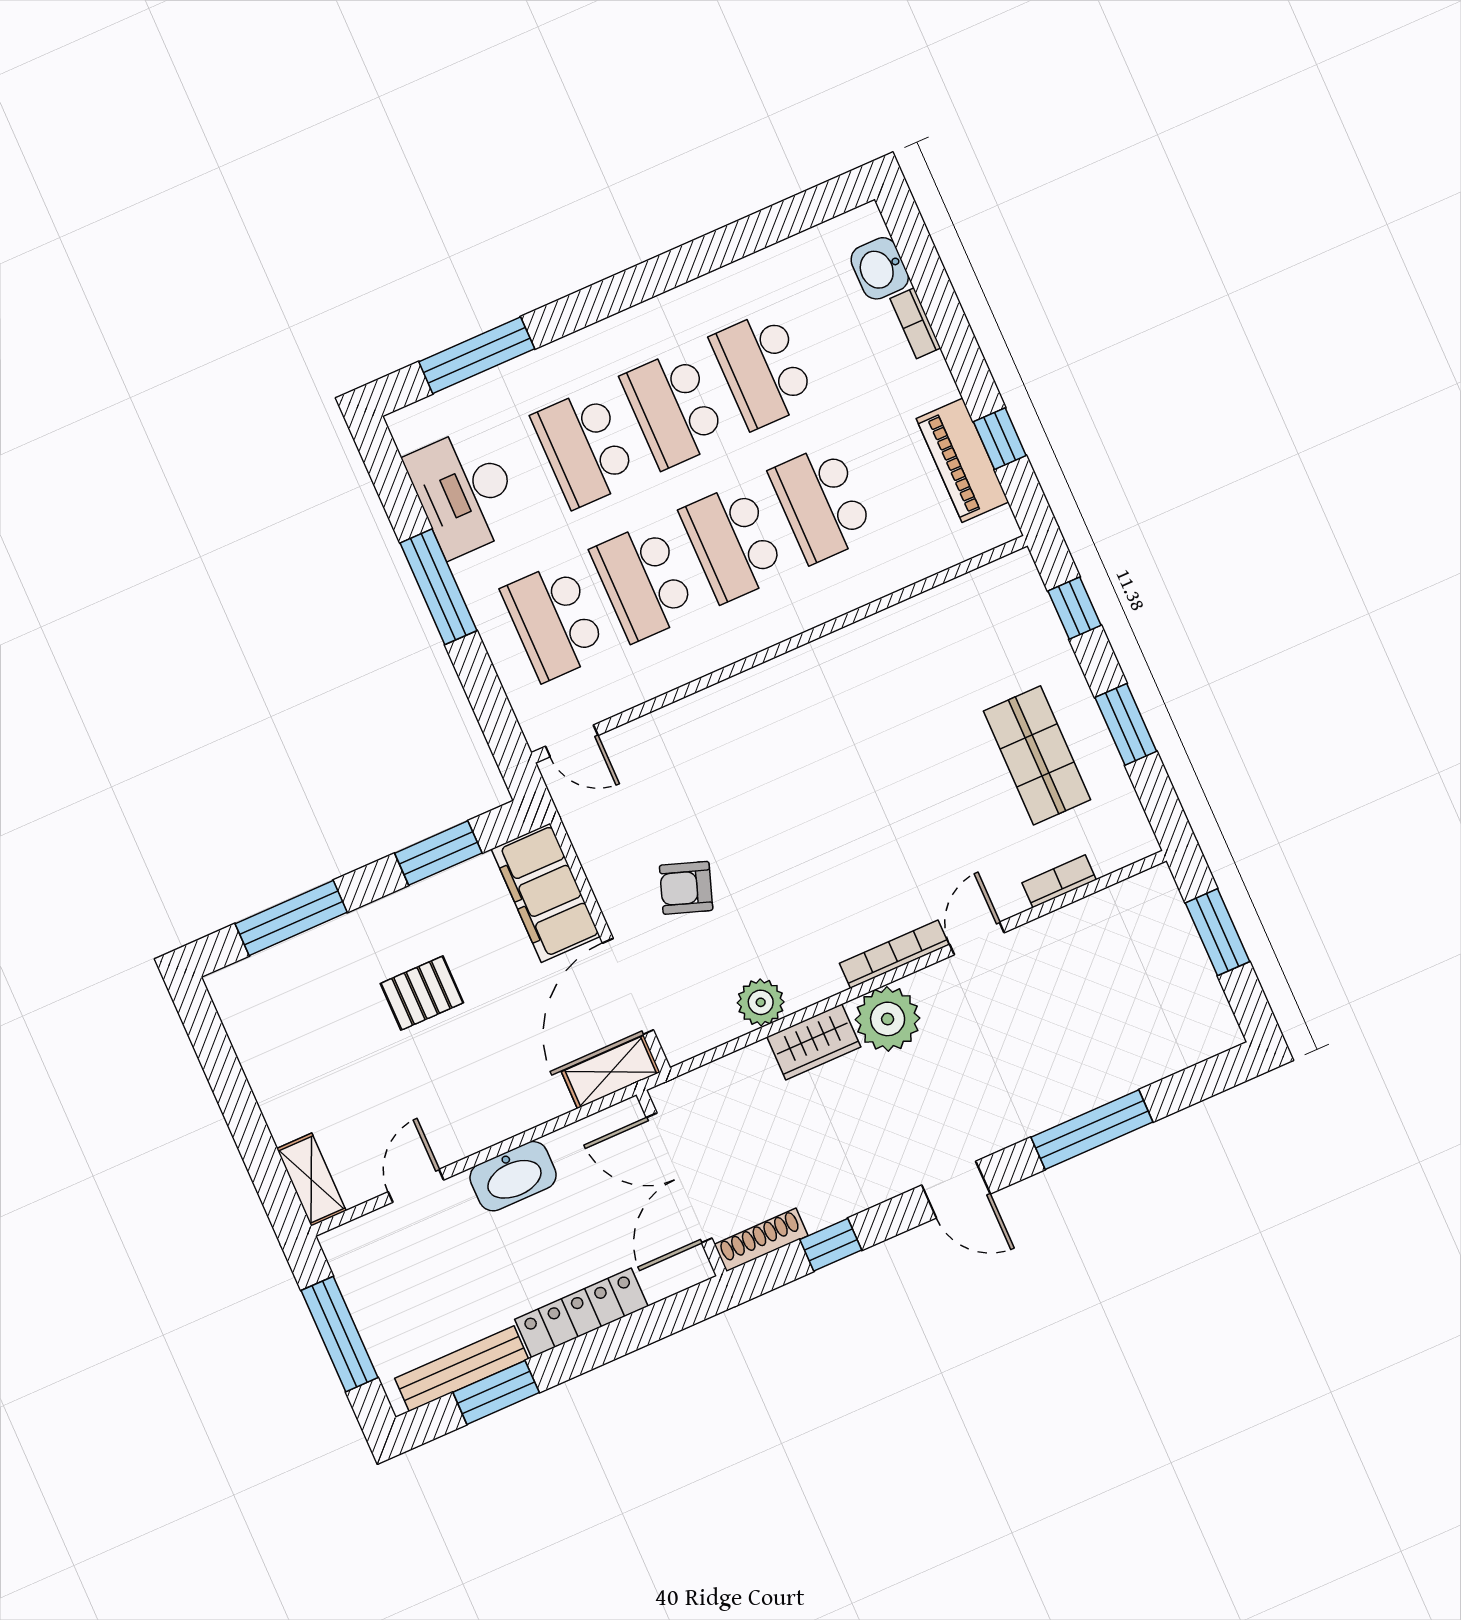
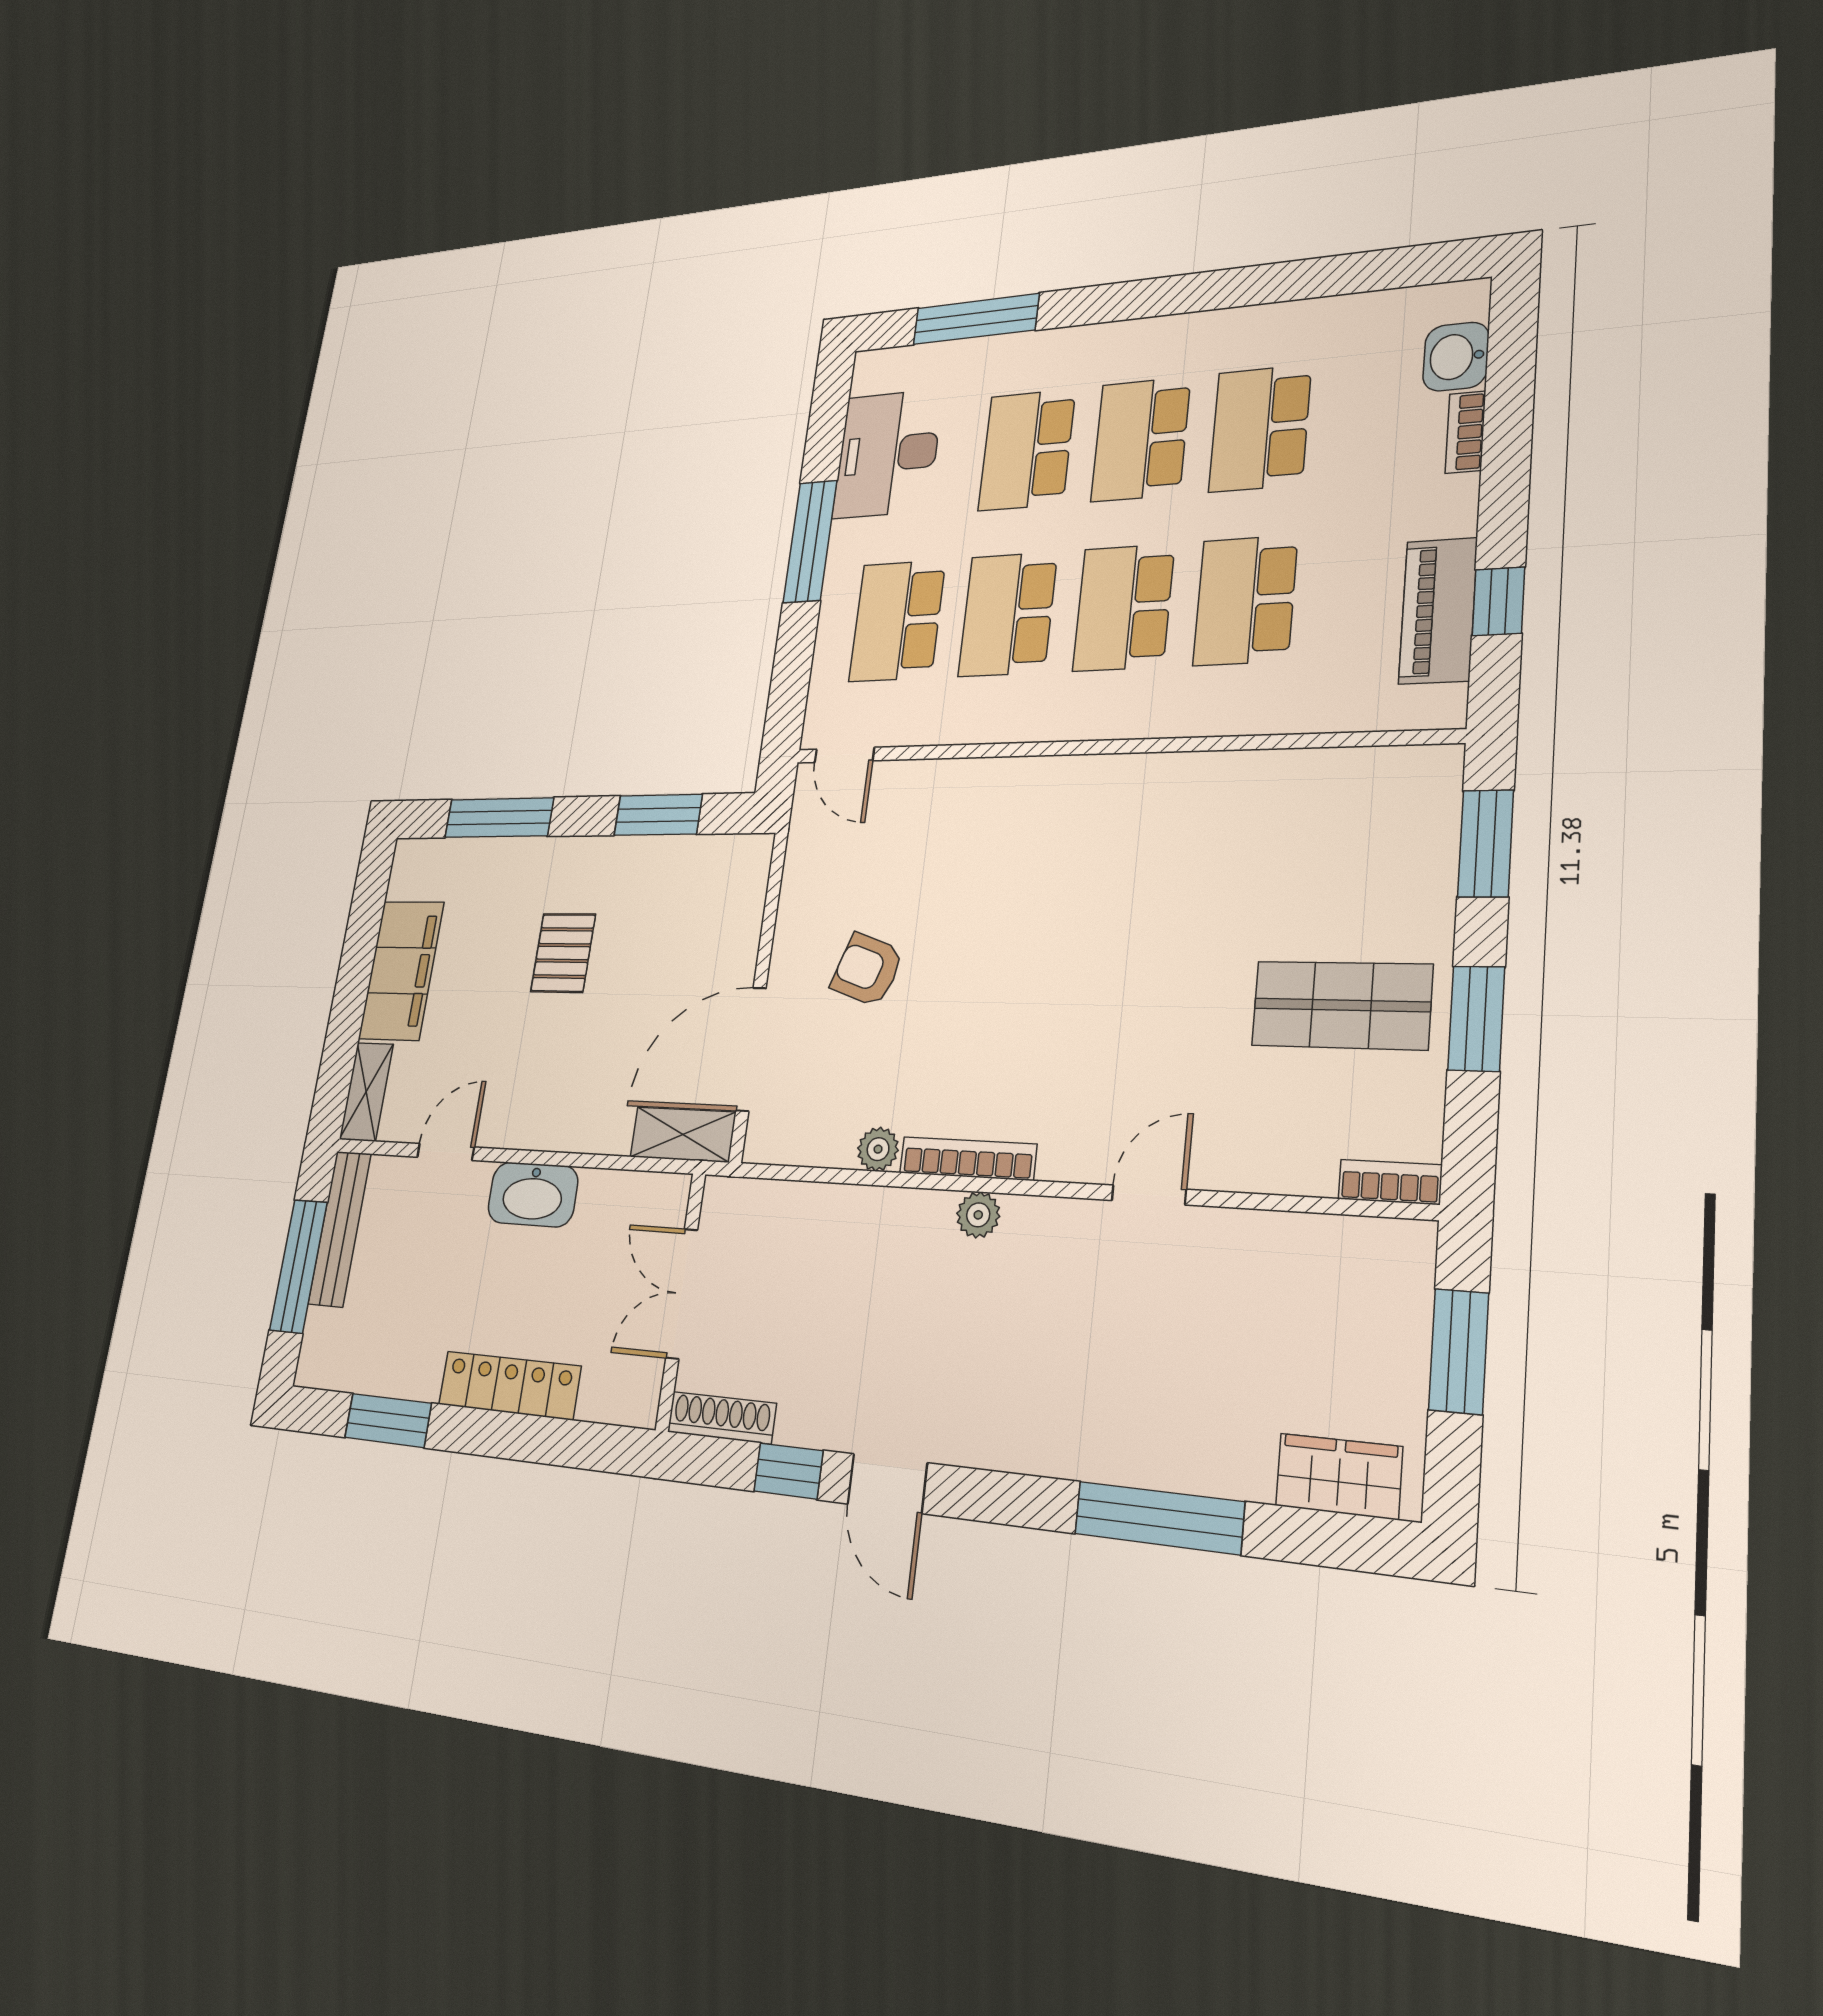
window: (1075, 608) -> (1486, 843), width x1.50
shop shelf: (1037, 755) -> (1341, 1005), turned 90
bookcase: (1059, 881) -> (1390, 1182), moved
filing cabinet: (546, 893) -> (401, 970), moved, turned 180
bookcase: (894, 954) -> (968, 1158), moved
pallet: (422, 993) -> (563, 953), turned 90
plant: (761, 1002) -> (878, 1149), width x0.73, depth x0.73
plant: (888, 1019) -> (978, 1215), width x0.53, depth x0.53
wardrobe: (814, 1042) -> (1339, 1476), moved, turned 180
double door: (679, 1178) -> (682, 1294), width x0.73
door: (956, 1190) -> (887, 1483), moved
bench: (462, 1369) -> (340, 1229), moved, turned 90

